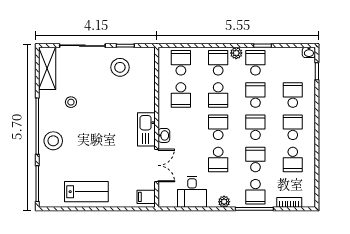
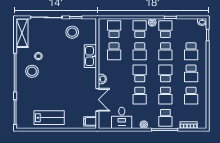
school desk: (255, 95) -> (165, 51), turned 180
school desk: (293, 95) -> (191, 51), turned 180
school desk: (293, 127) -> (191, 73), turned 180
kitchen sink: (146, 129) -> (90, 56), moved
stool: (53, 141) -> (32, 71), moved
school desk: (255, 160) -> (165, 96), turned 180

